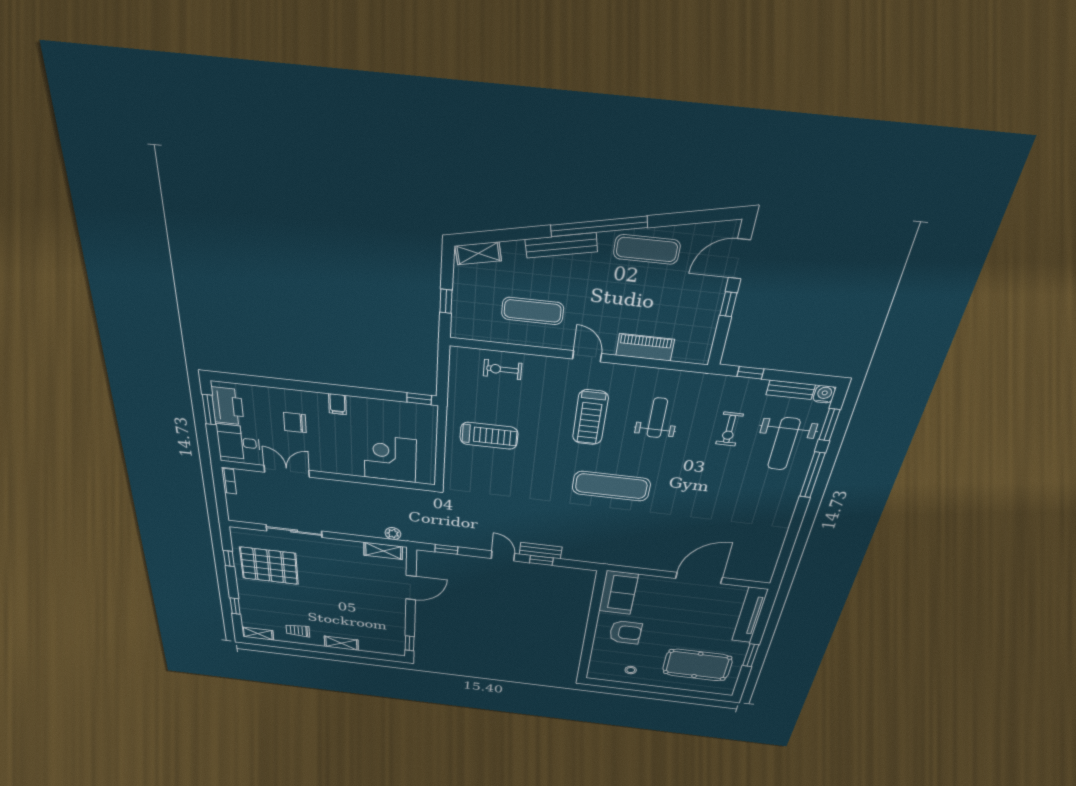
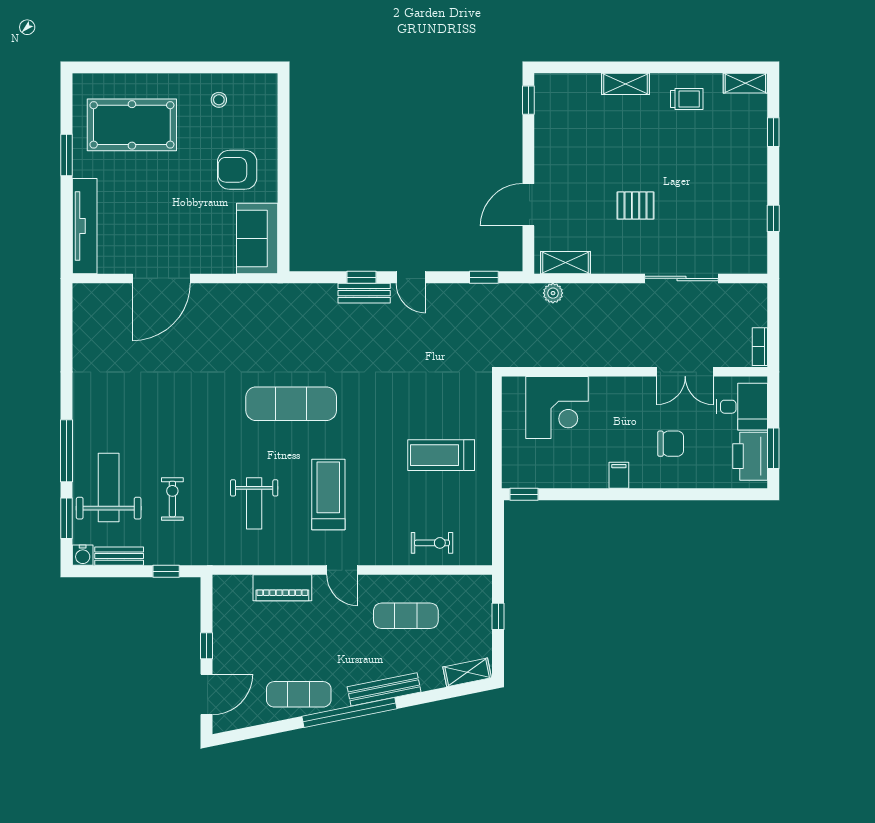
pallet: (269, 566) -> (636, 205), moved, width x0.49, depth x0.50

